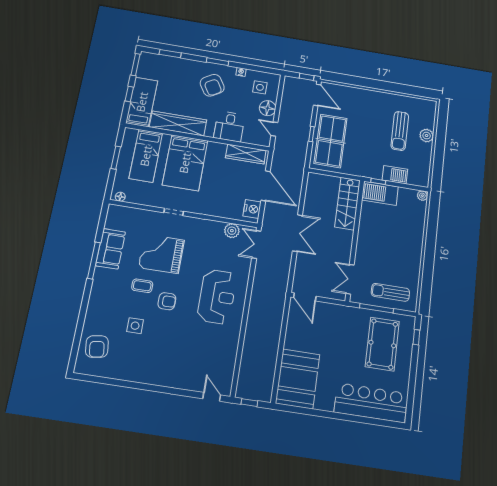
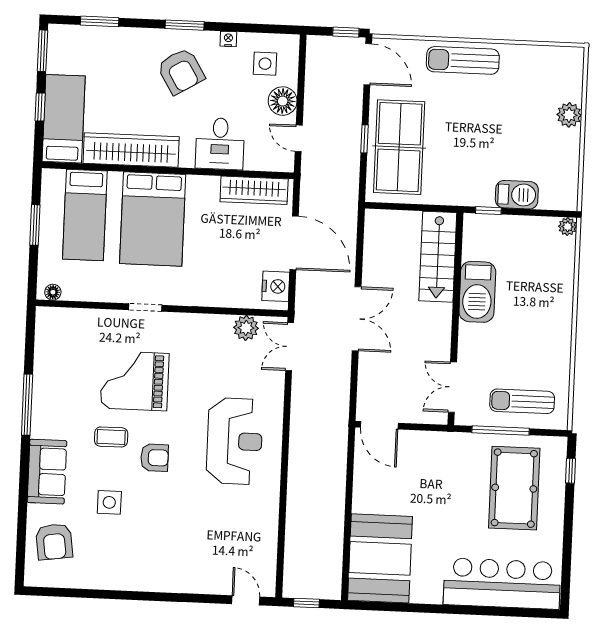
sun lounger: (400, 131) -> (463, 60), moved, turned 90
barbecue: (380, 193) -> (477, 292), moved, turned -90
sofa: (111, 249) -> (47, 472), moved

